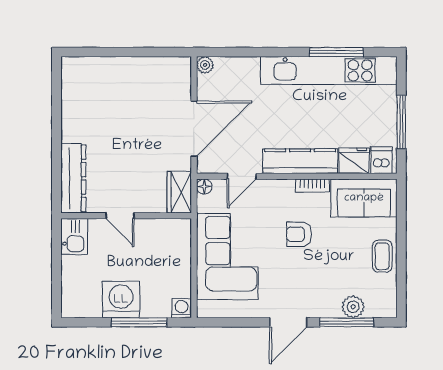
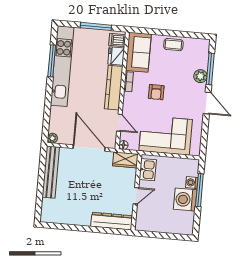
bench: (147, 67) -> (51, 172), added
kitchen sink: (74, 236) -> (148, 170), moved, turned 90
plant: (353, 307) -> (200, 76), moved
washing machine: (182, 308) -> (192, 182), moved

